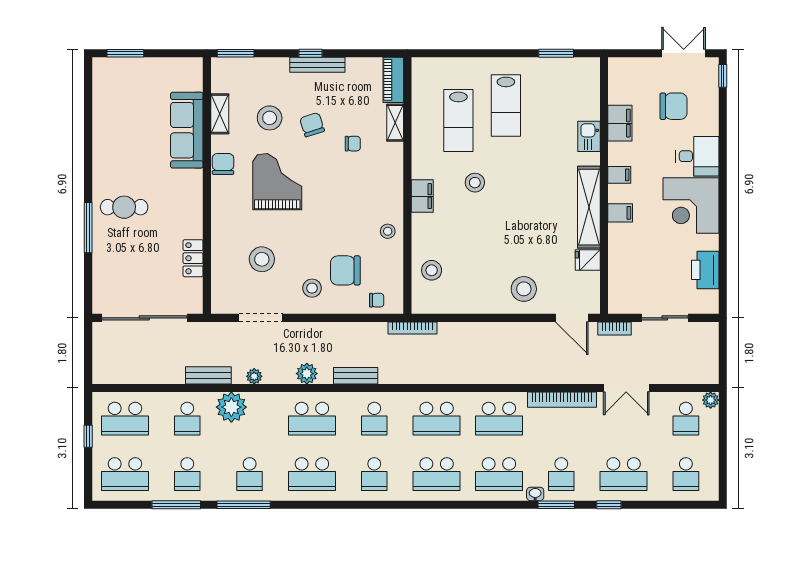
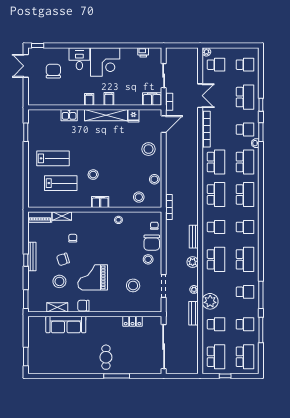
filing cabinet: (620, 123) -> (152, 99), moved
chair: (345, 270) -> (152, 243), moved
printer: (705, 270) -> (143, 52), width x0.53, depth x0.68
stool: (466, 300) -> (154, 179), added

